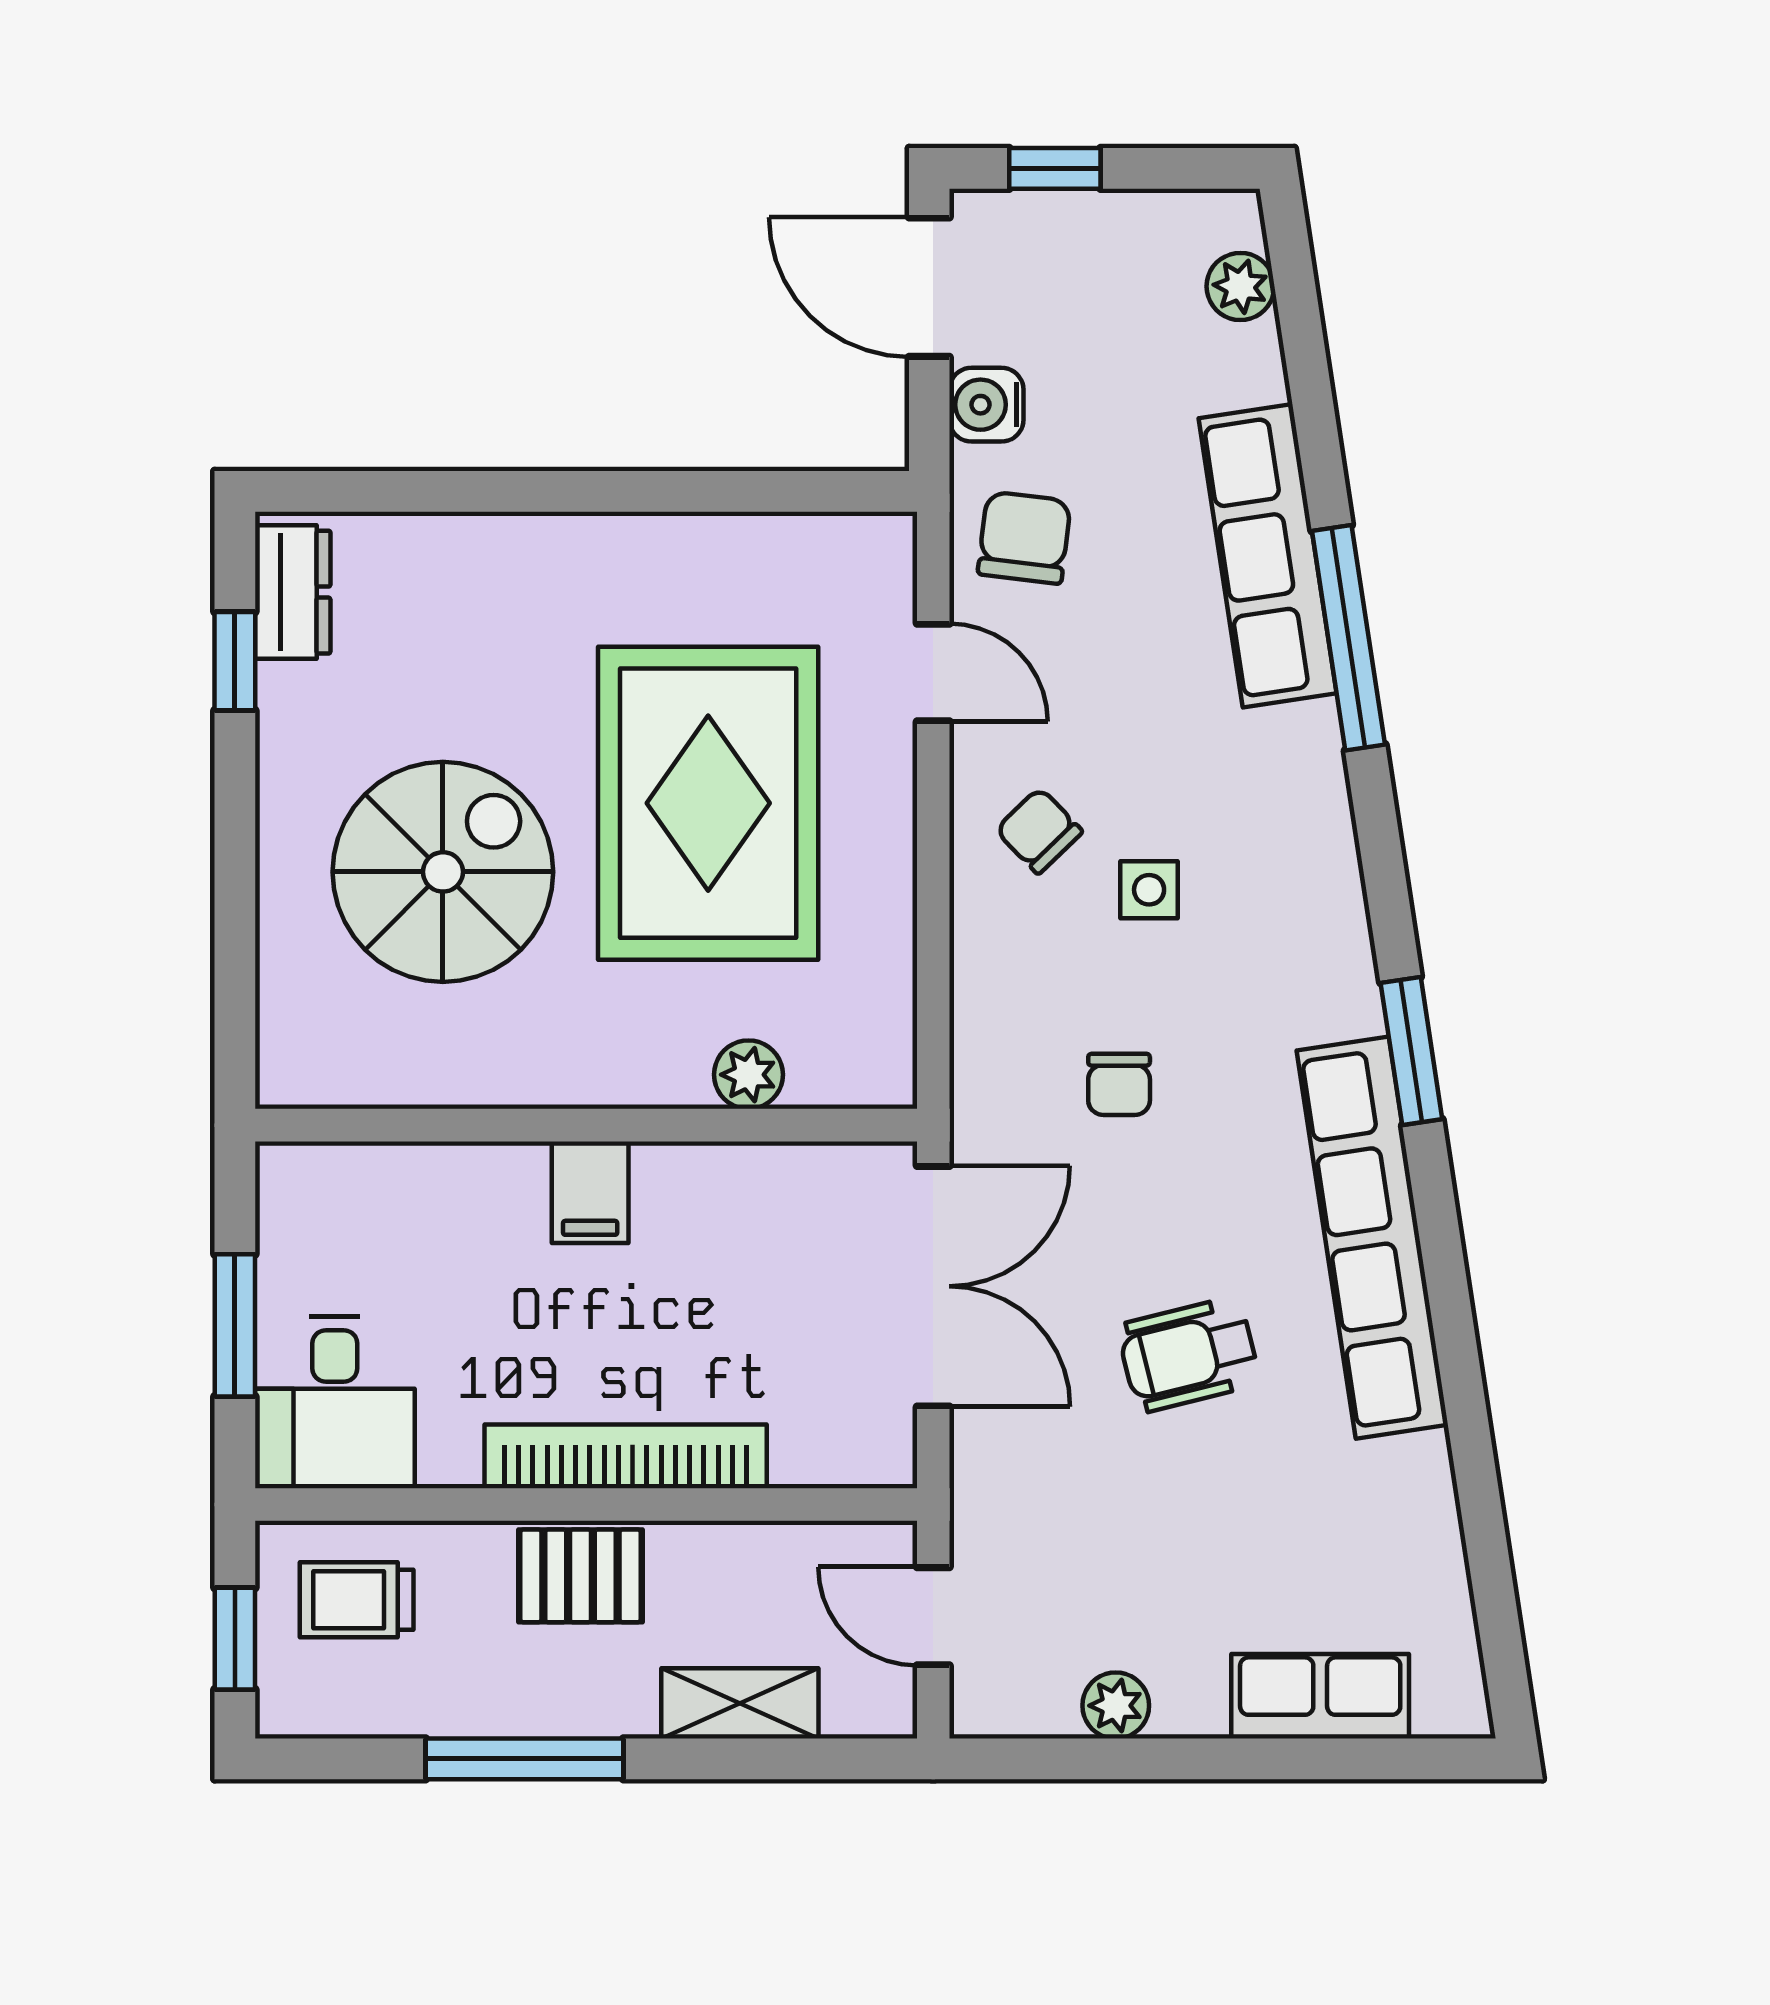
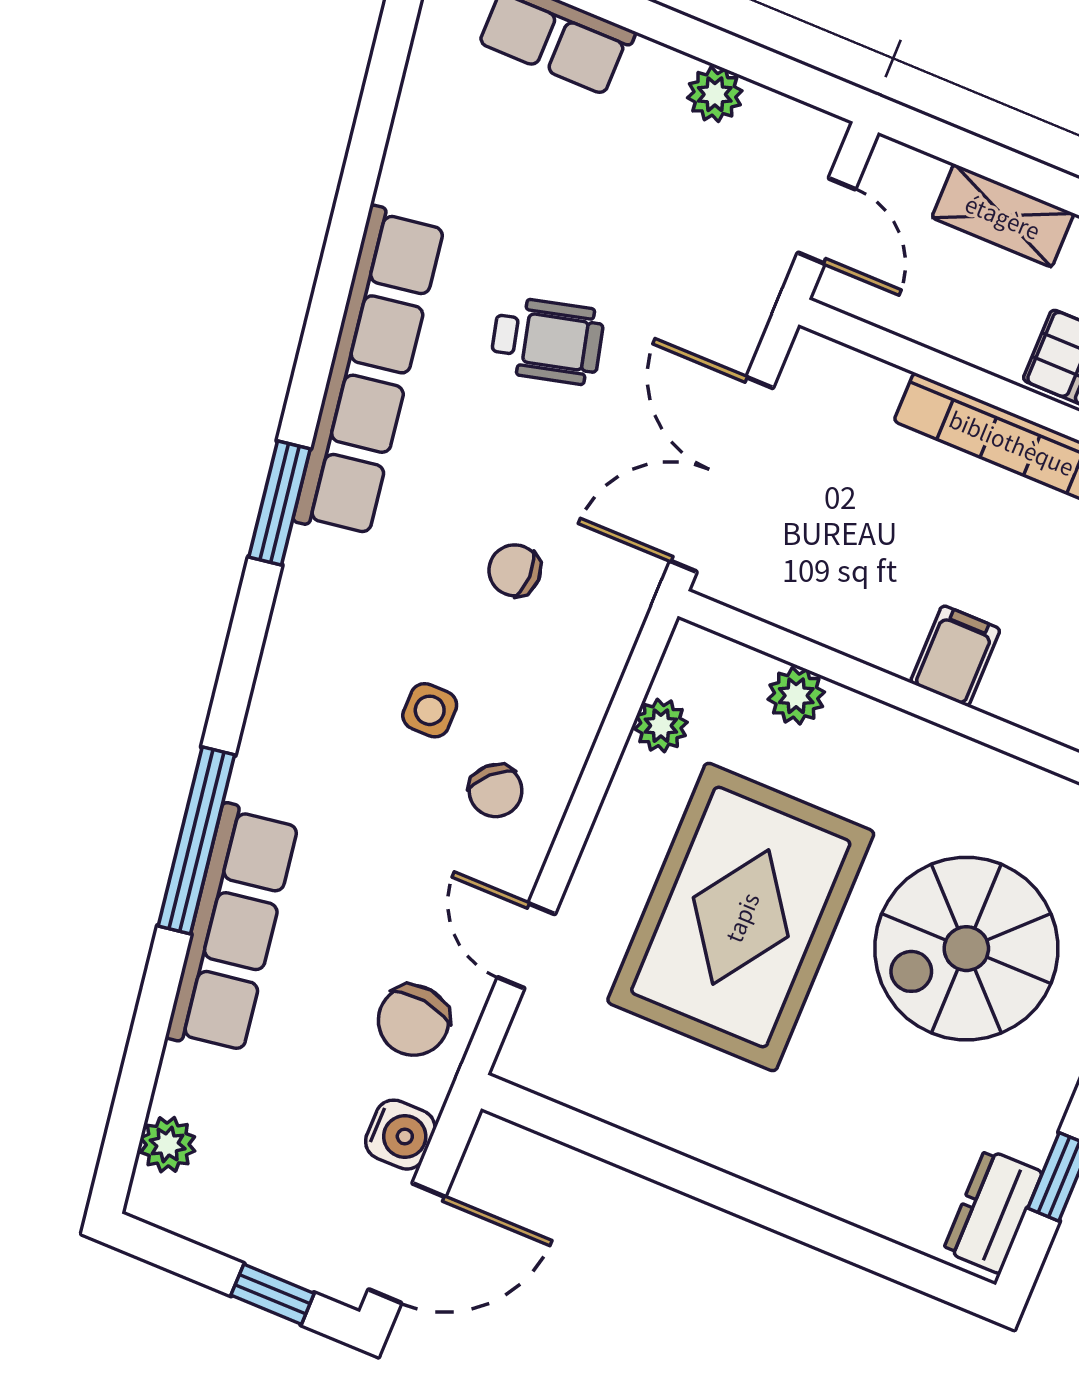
door: (929, 287) -> (407, 1243), hinge flipped
plant: (885, 979) -> (661, 726), added
chair: (1119, 1084) -> (515, 570), turned -90

